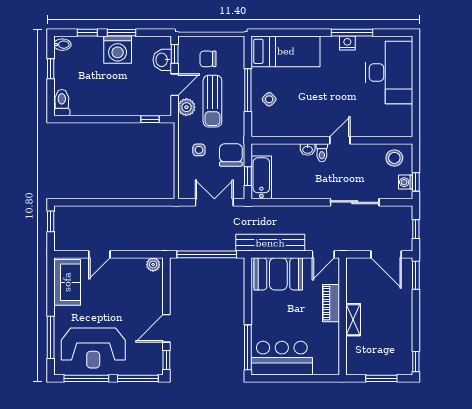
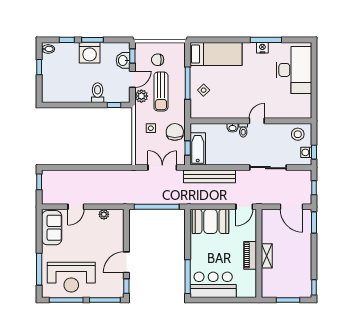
toilet: (62, 103) -> (98, 93), moved
bench: (270, 243) -> (210, 176), moved
plant: (153, 265) -> (104, 214), moved
piano: (331, 303) -> (250, 255), moved

